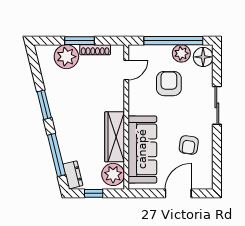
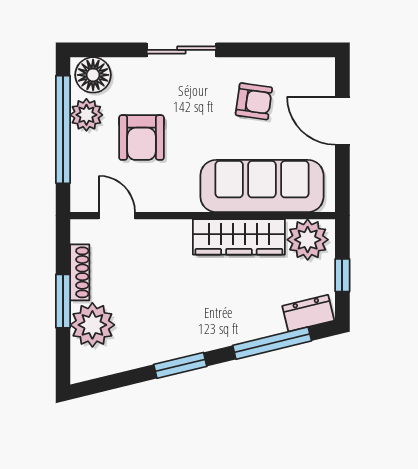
armchair: (169, 84) -> (141, 138), turned -90

